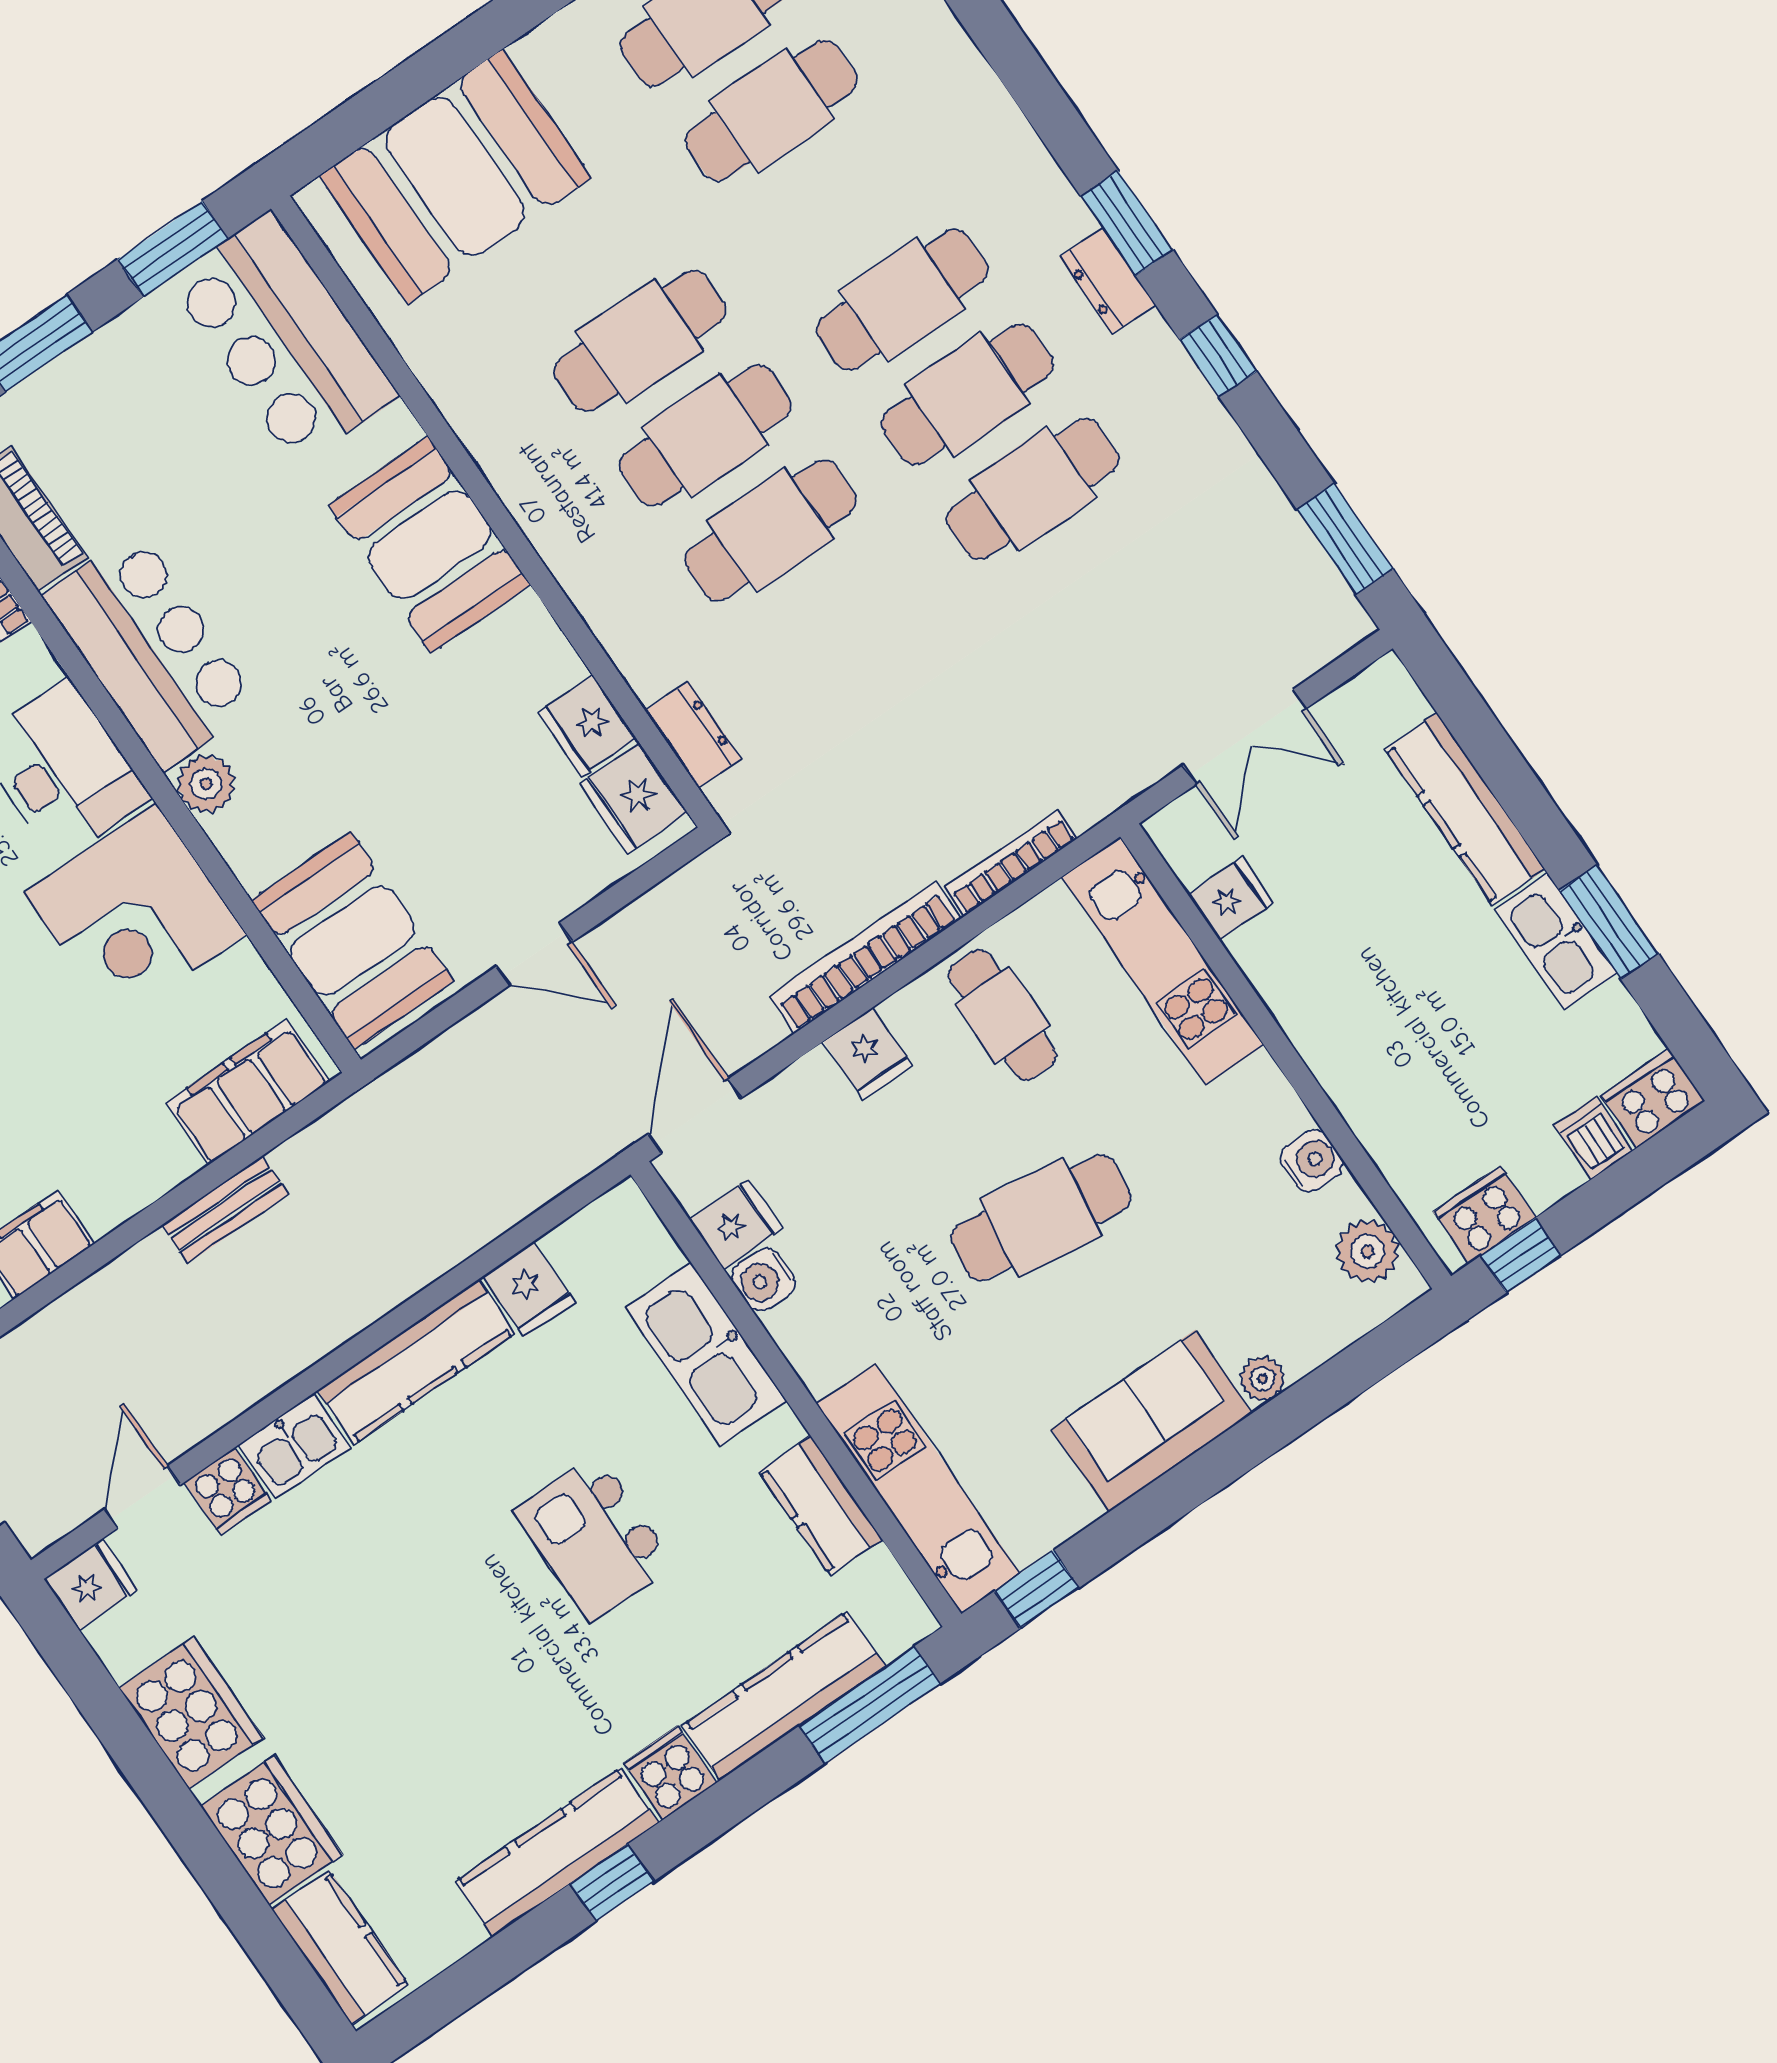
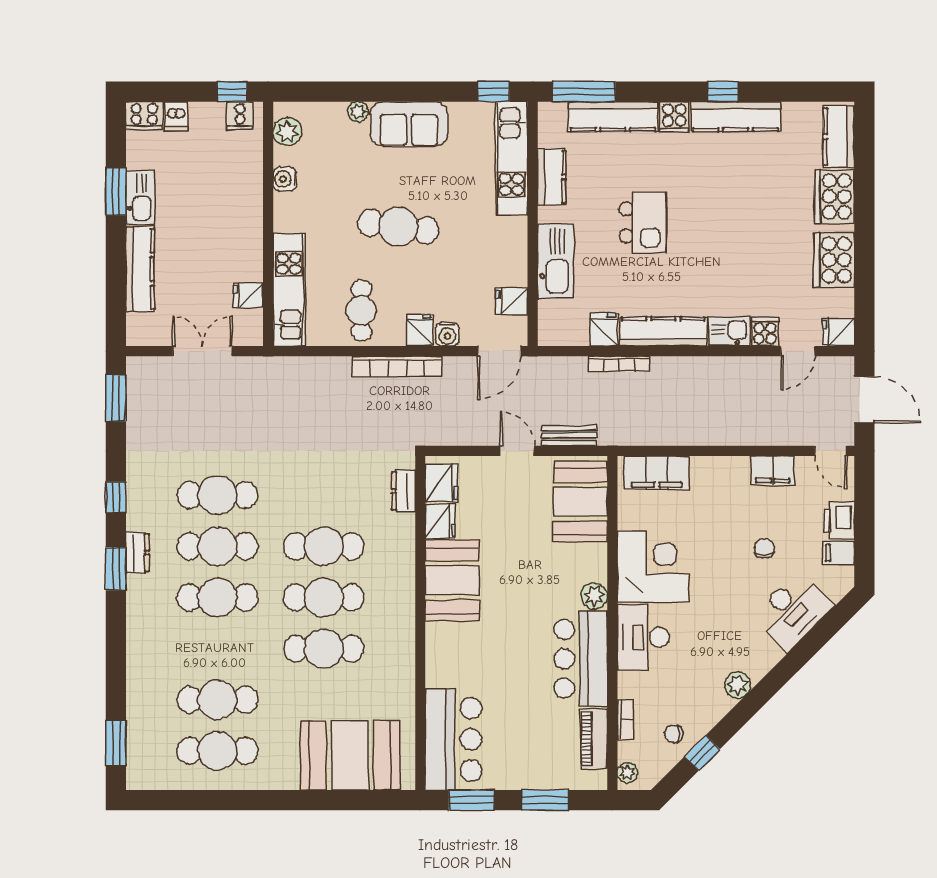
booth: (429, 545) -> (452, 581), moved
bookcase: (1011, 863) -> (619, 364), moved
bench: (225, 1209) -> (569, 435), moved
cooker: (1485, 1215) -> (240, 116), width x0.73
water cooler: (763, 1280) -> (447, 334), moved, turned 90

